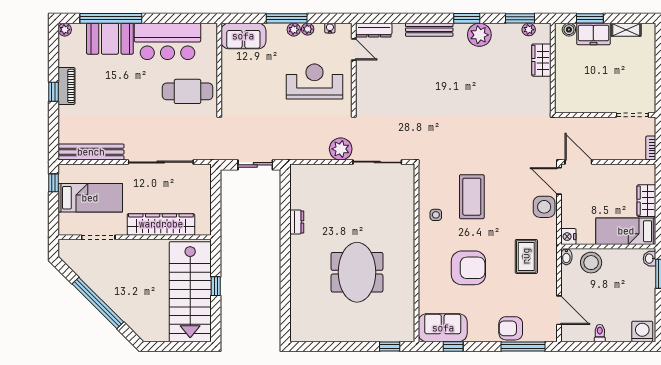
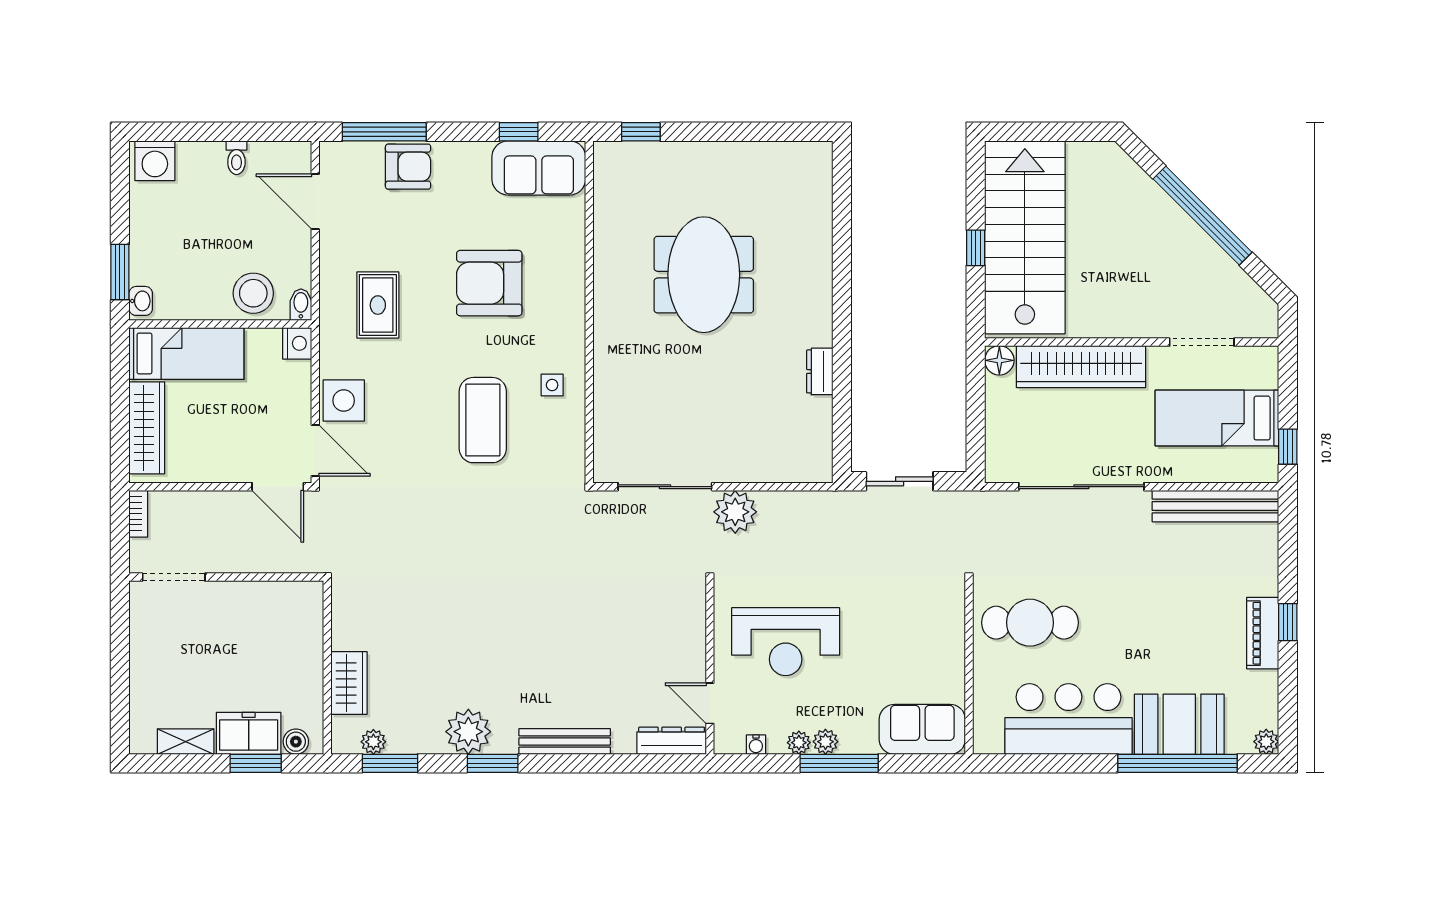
wardrobe: (646, 201) -> (147, 428), width x1.50
floor lamp: (203, 228) -> (999, 360), added

